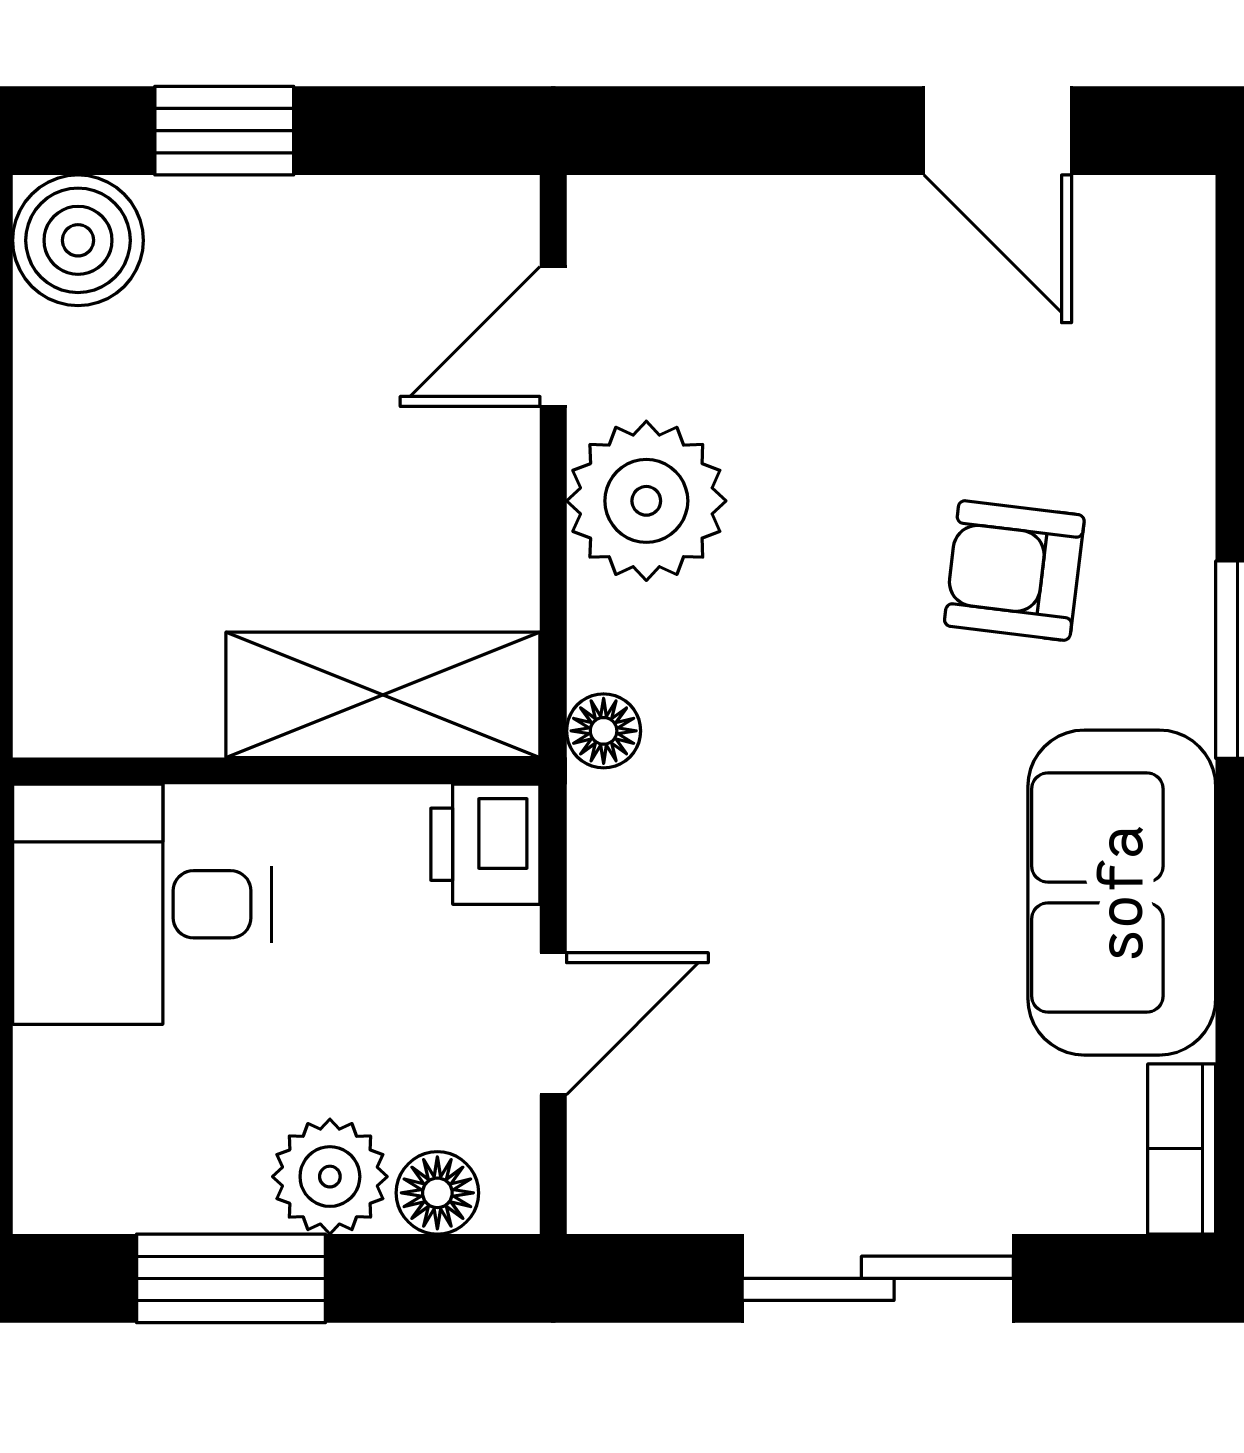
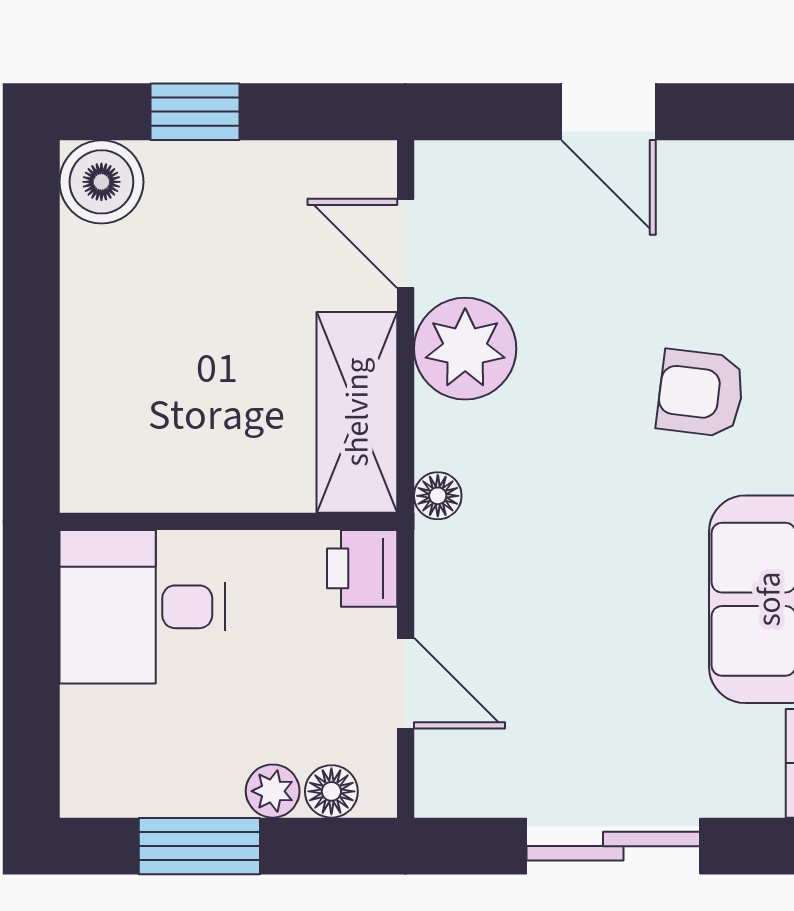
door: (998, 131) -> (609, 112), moved
door: (553, 337) -> (406, 243), hinge flipped
shelving: (383, 695) -> (357, 412), moved, turned 90
door: (553, 1024) -> (406, 683), hinge flipped
plant: (330, 1177) -> (273, 791), width x0.73, depth x0.73

